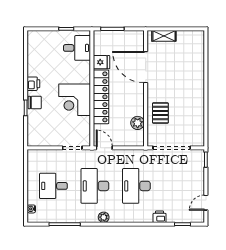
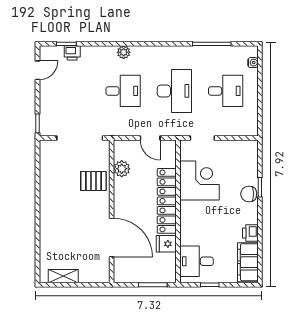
shelving: (164, 36) -> (63, 276), moved
filing cabinet: (35, 47) -> (248, 262), added
printer: (33, 84) -> (250, 233), moved
corner desk: (75, 100) -> (199, 180), moved
pallet: (160, 113) -> (93, 181), turned 90
door: (104, 148) -> (150, 138), moved
desk: (136, 186) -> (123, 91), width x0.73
plant: (104, 217) -> (124, 52), moved
printer: (160, 217) -> (72, 53), moved

